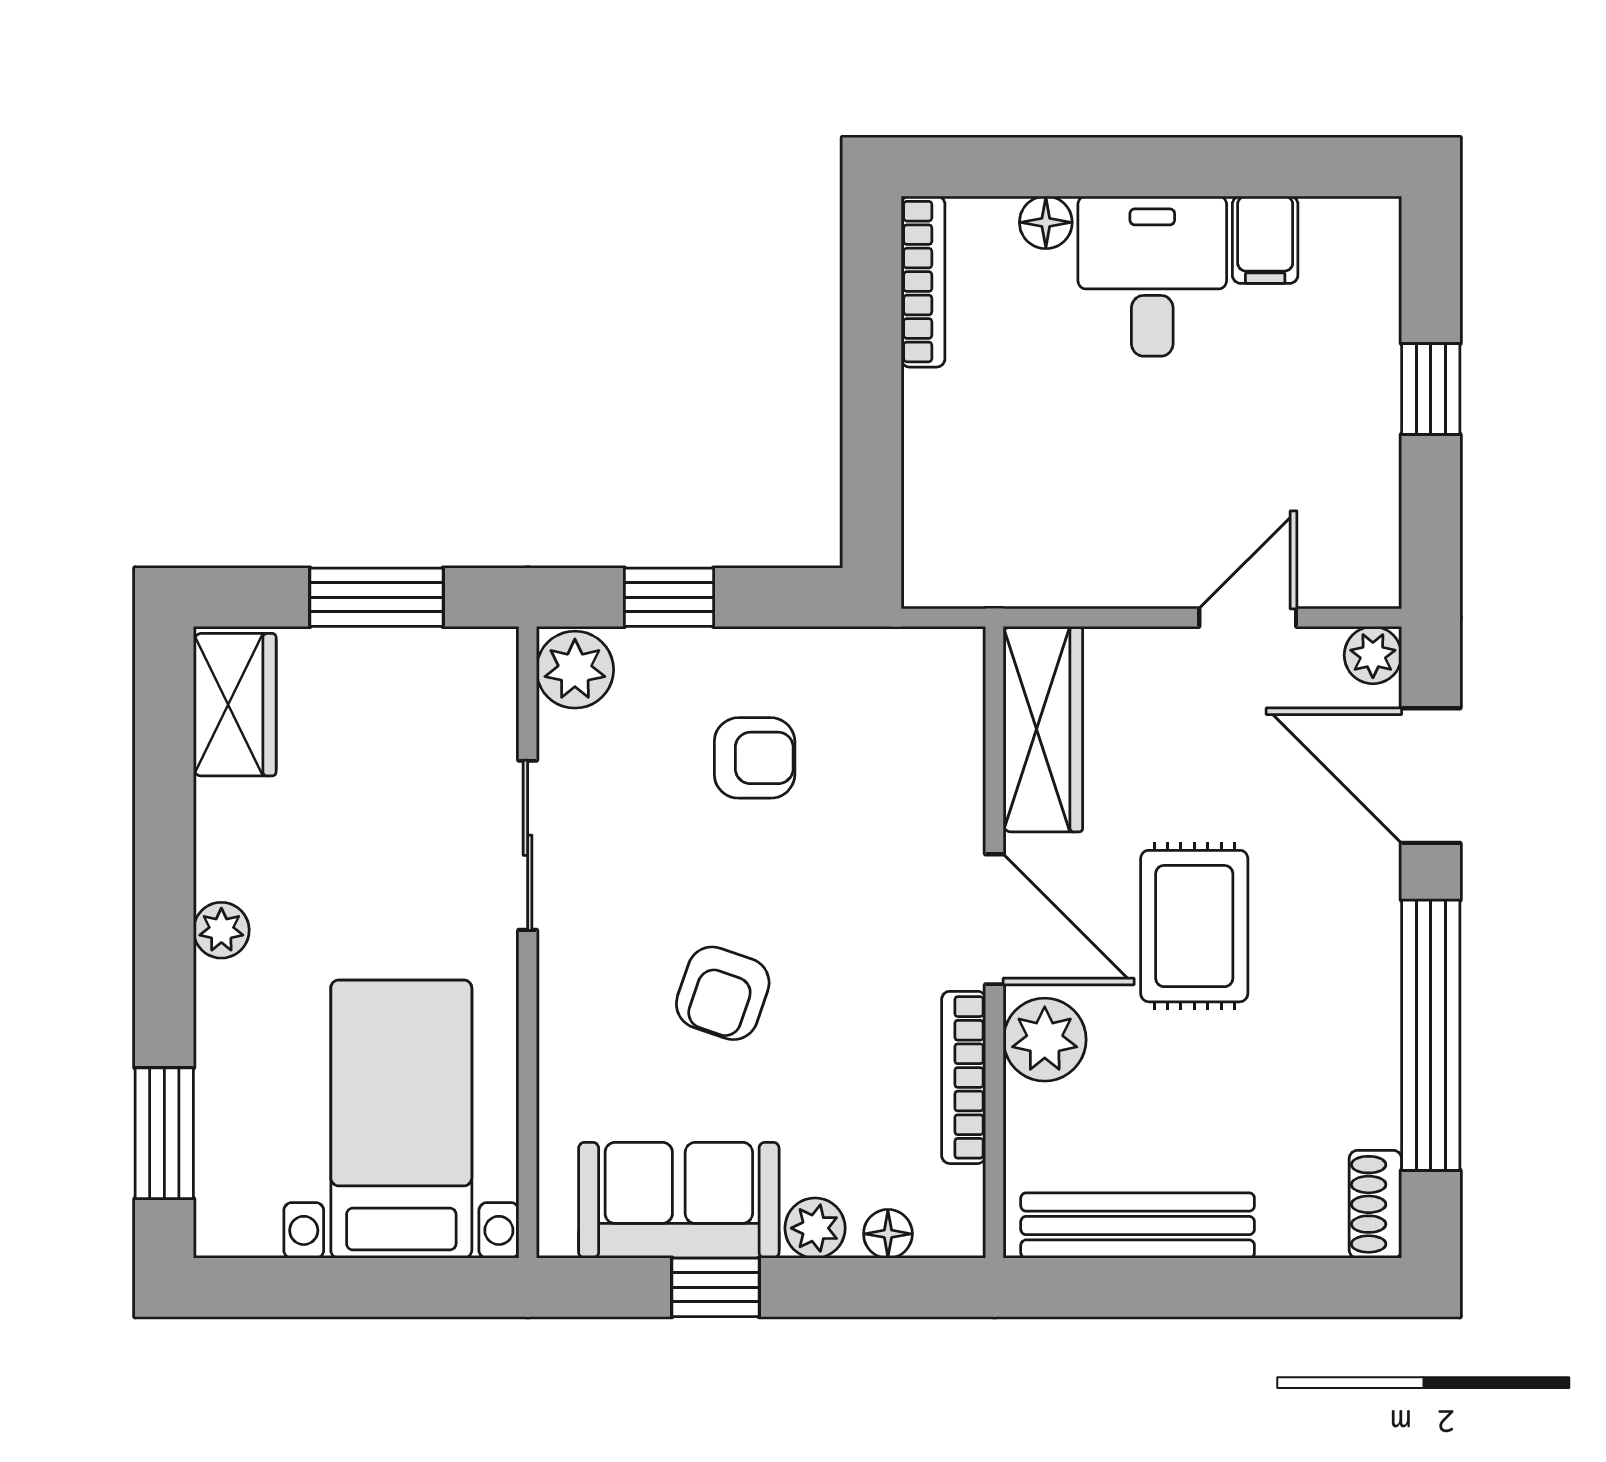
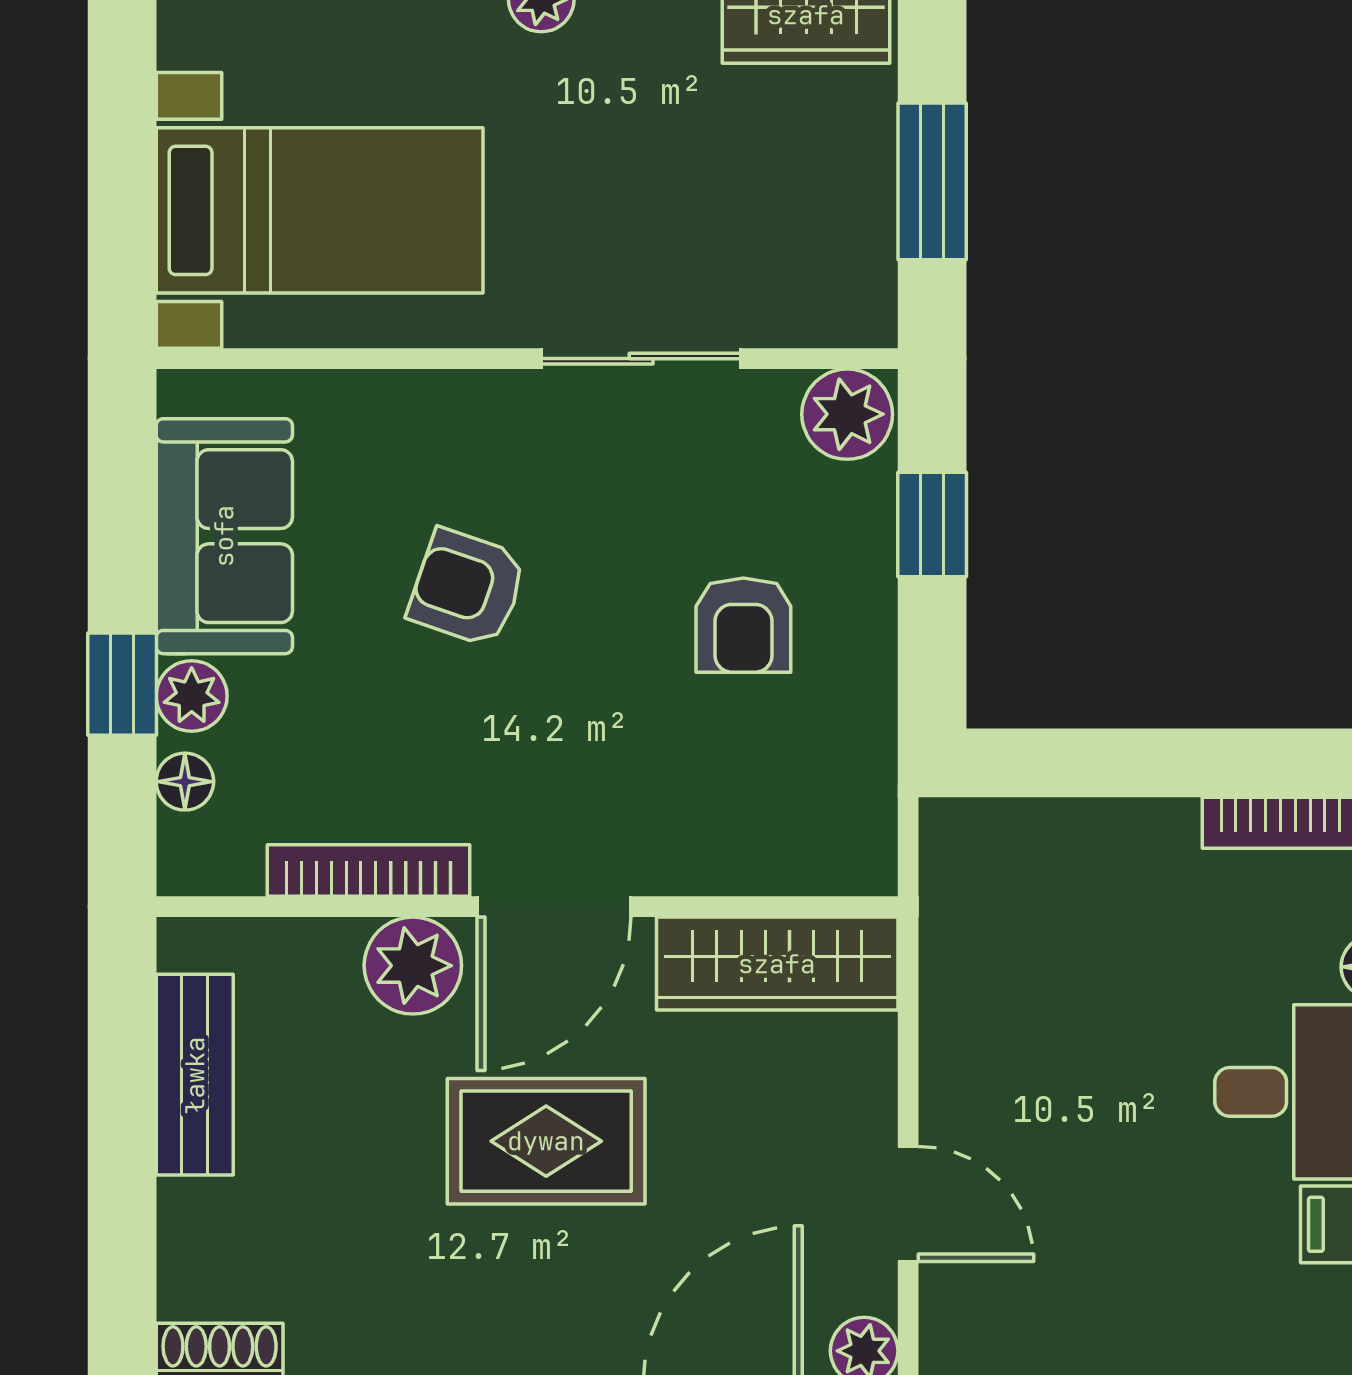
bench: (1138, 1226) -> (195, 1075), width x0.73
window: (715, 1287) -> (122, 684), moved

